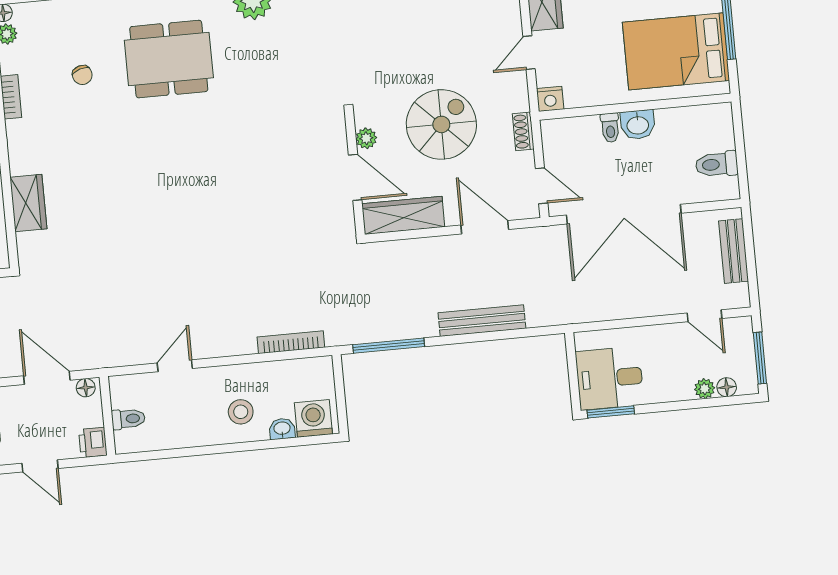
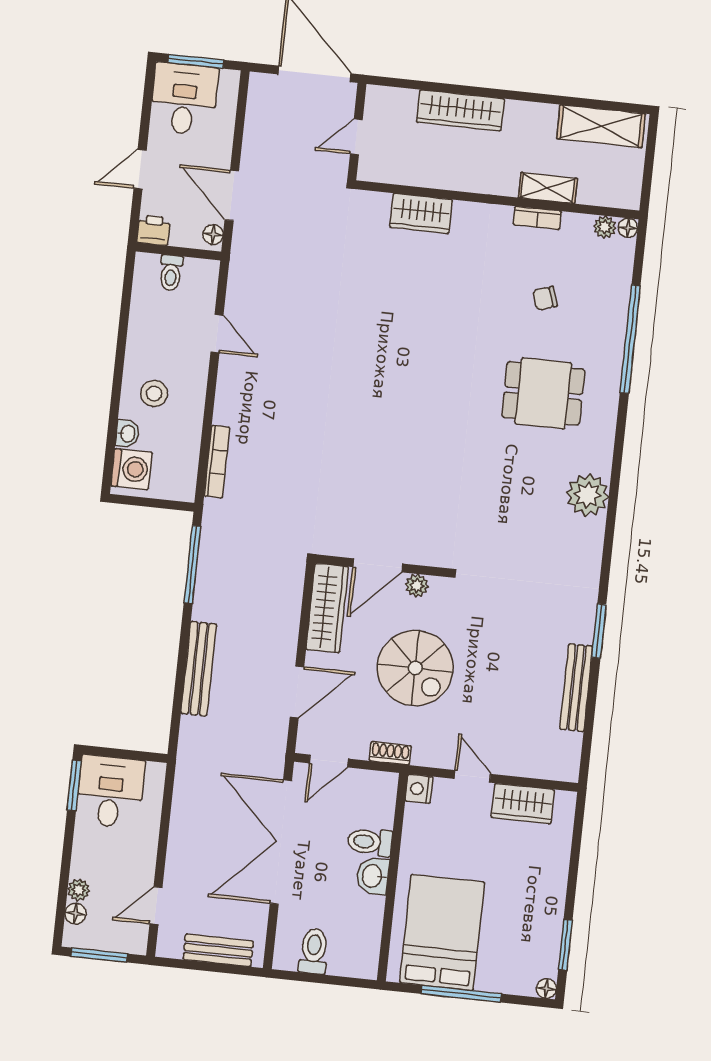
dining table: (169, 59) -> (543, 393), width x0.73
toilet: (610, 128) -> (370, 842), width x1.37, depth x1.39
door: (47, 378) -> (232, 196), swing flipped

